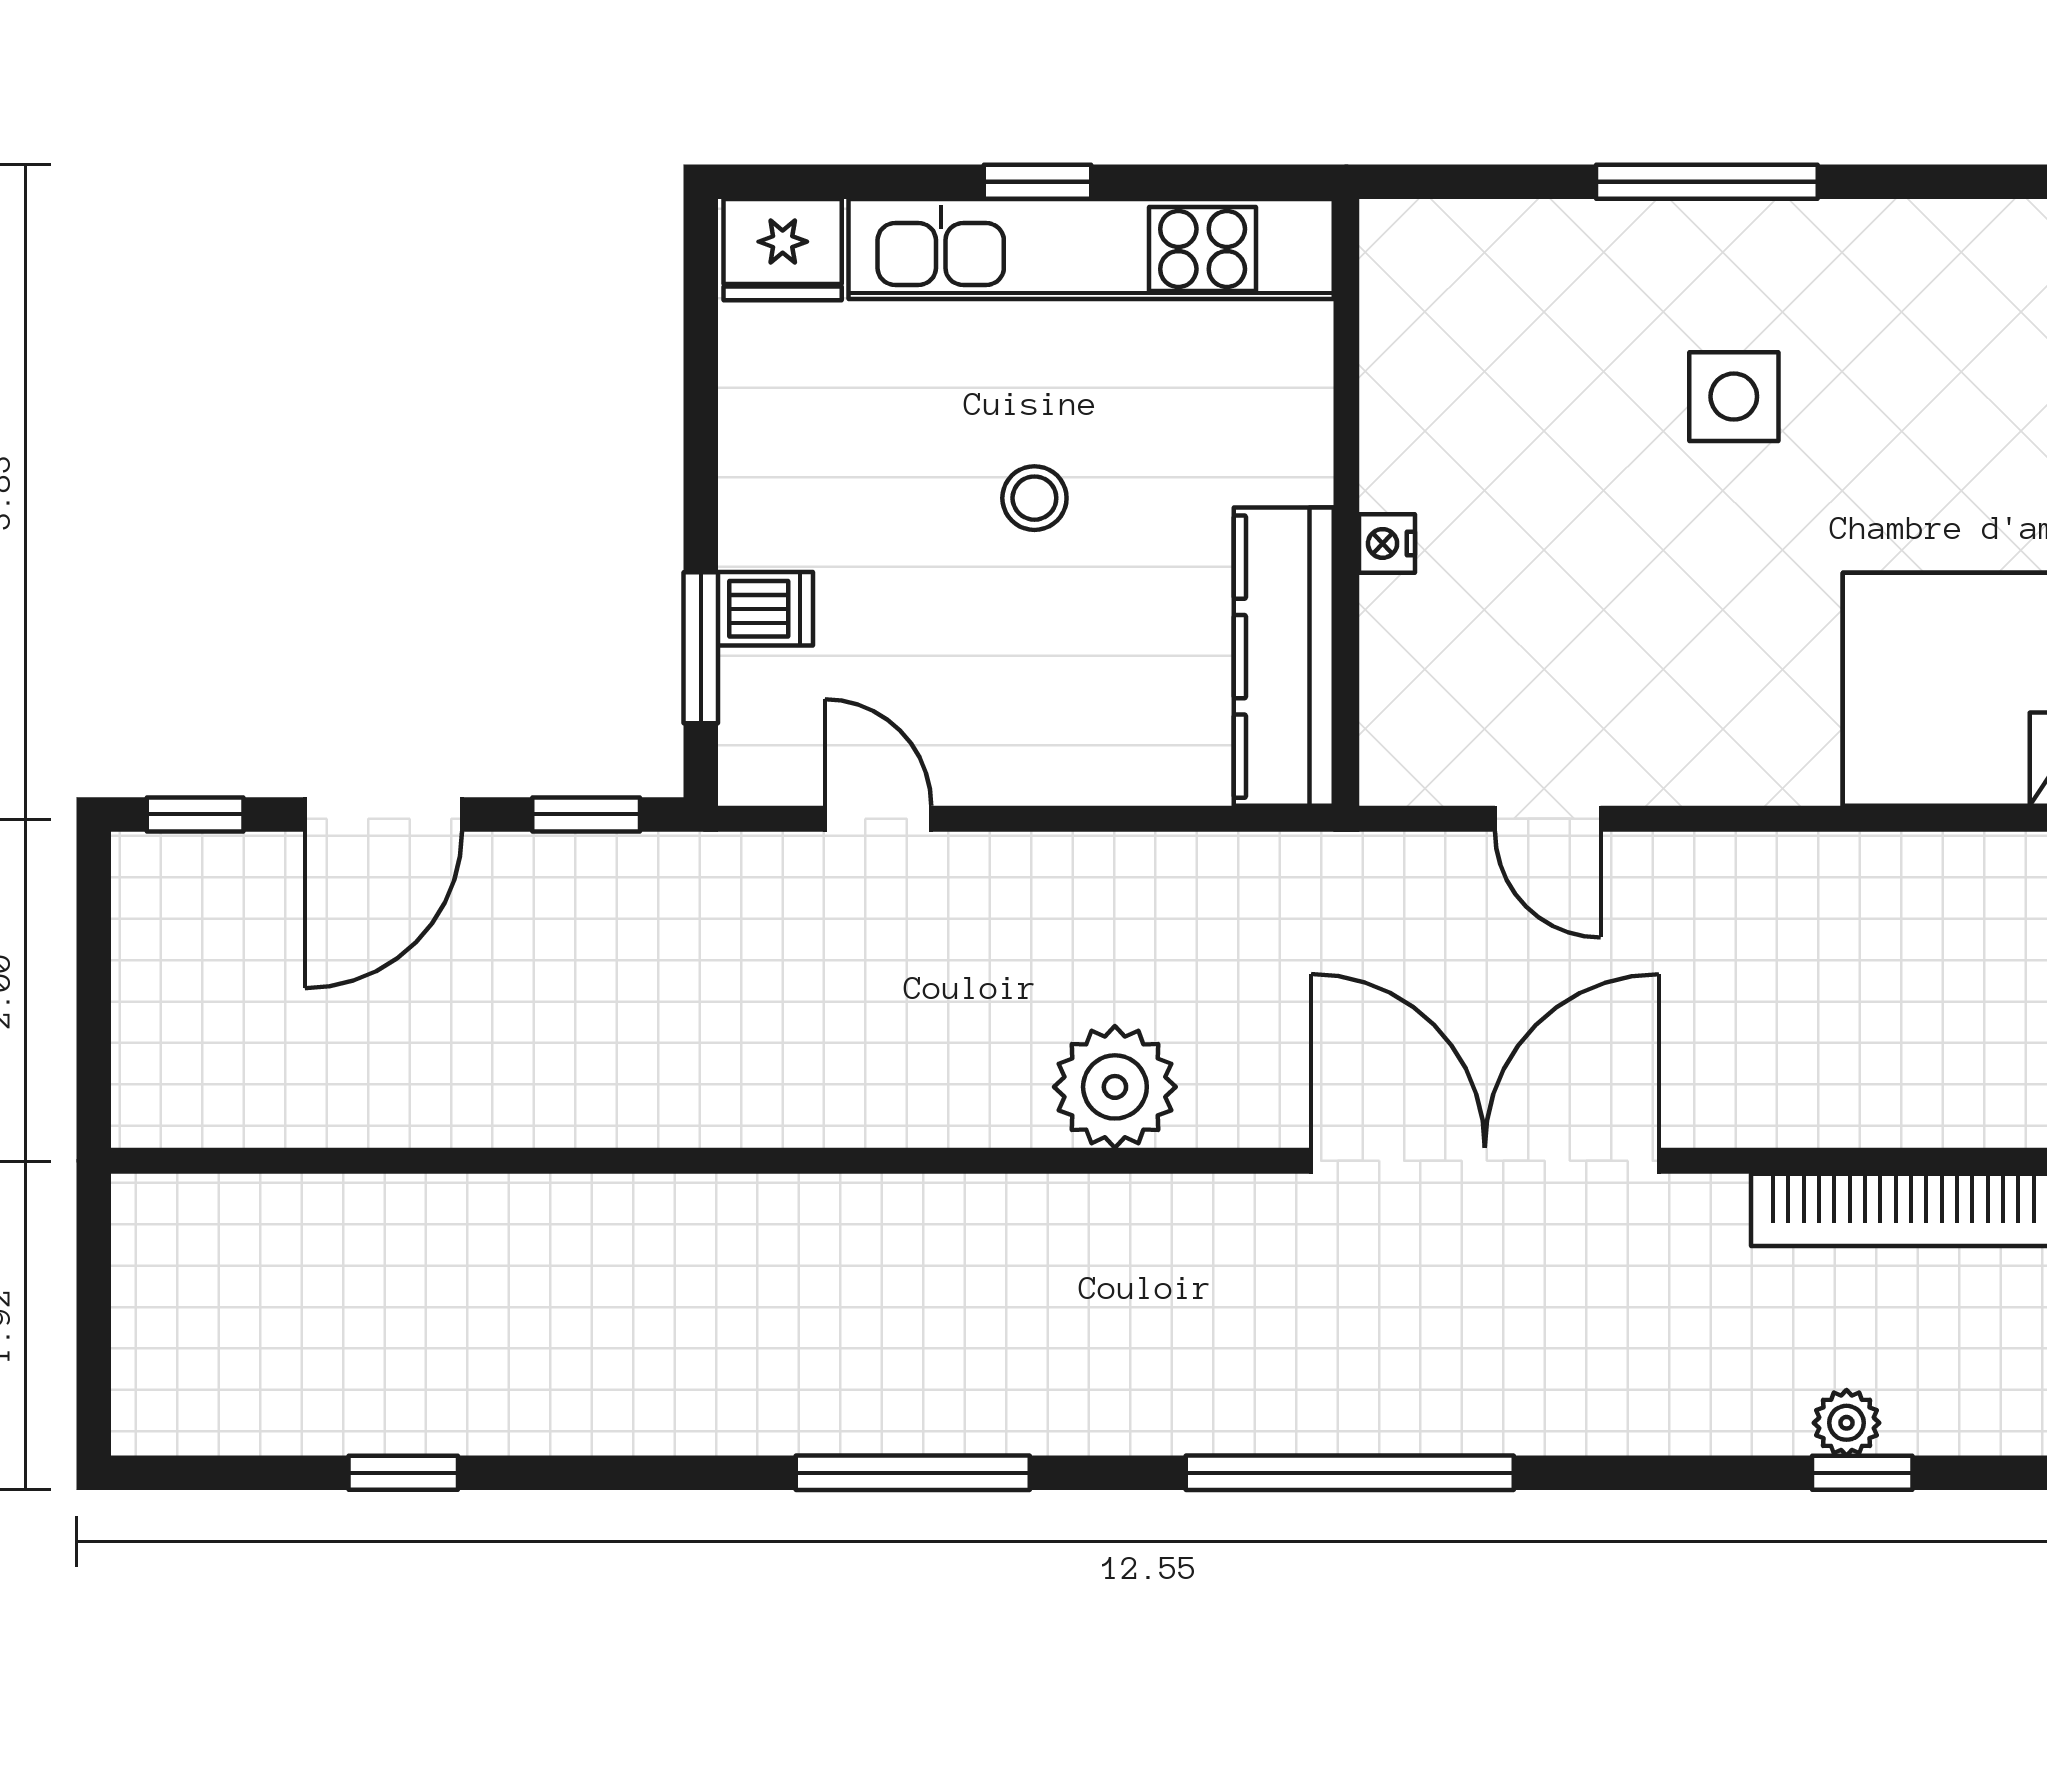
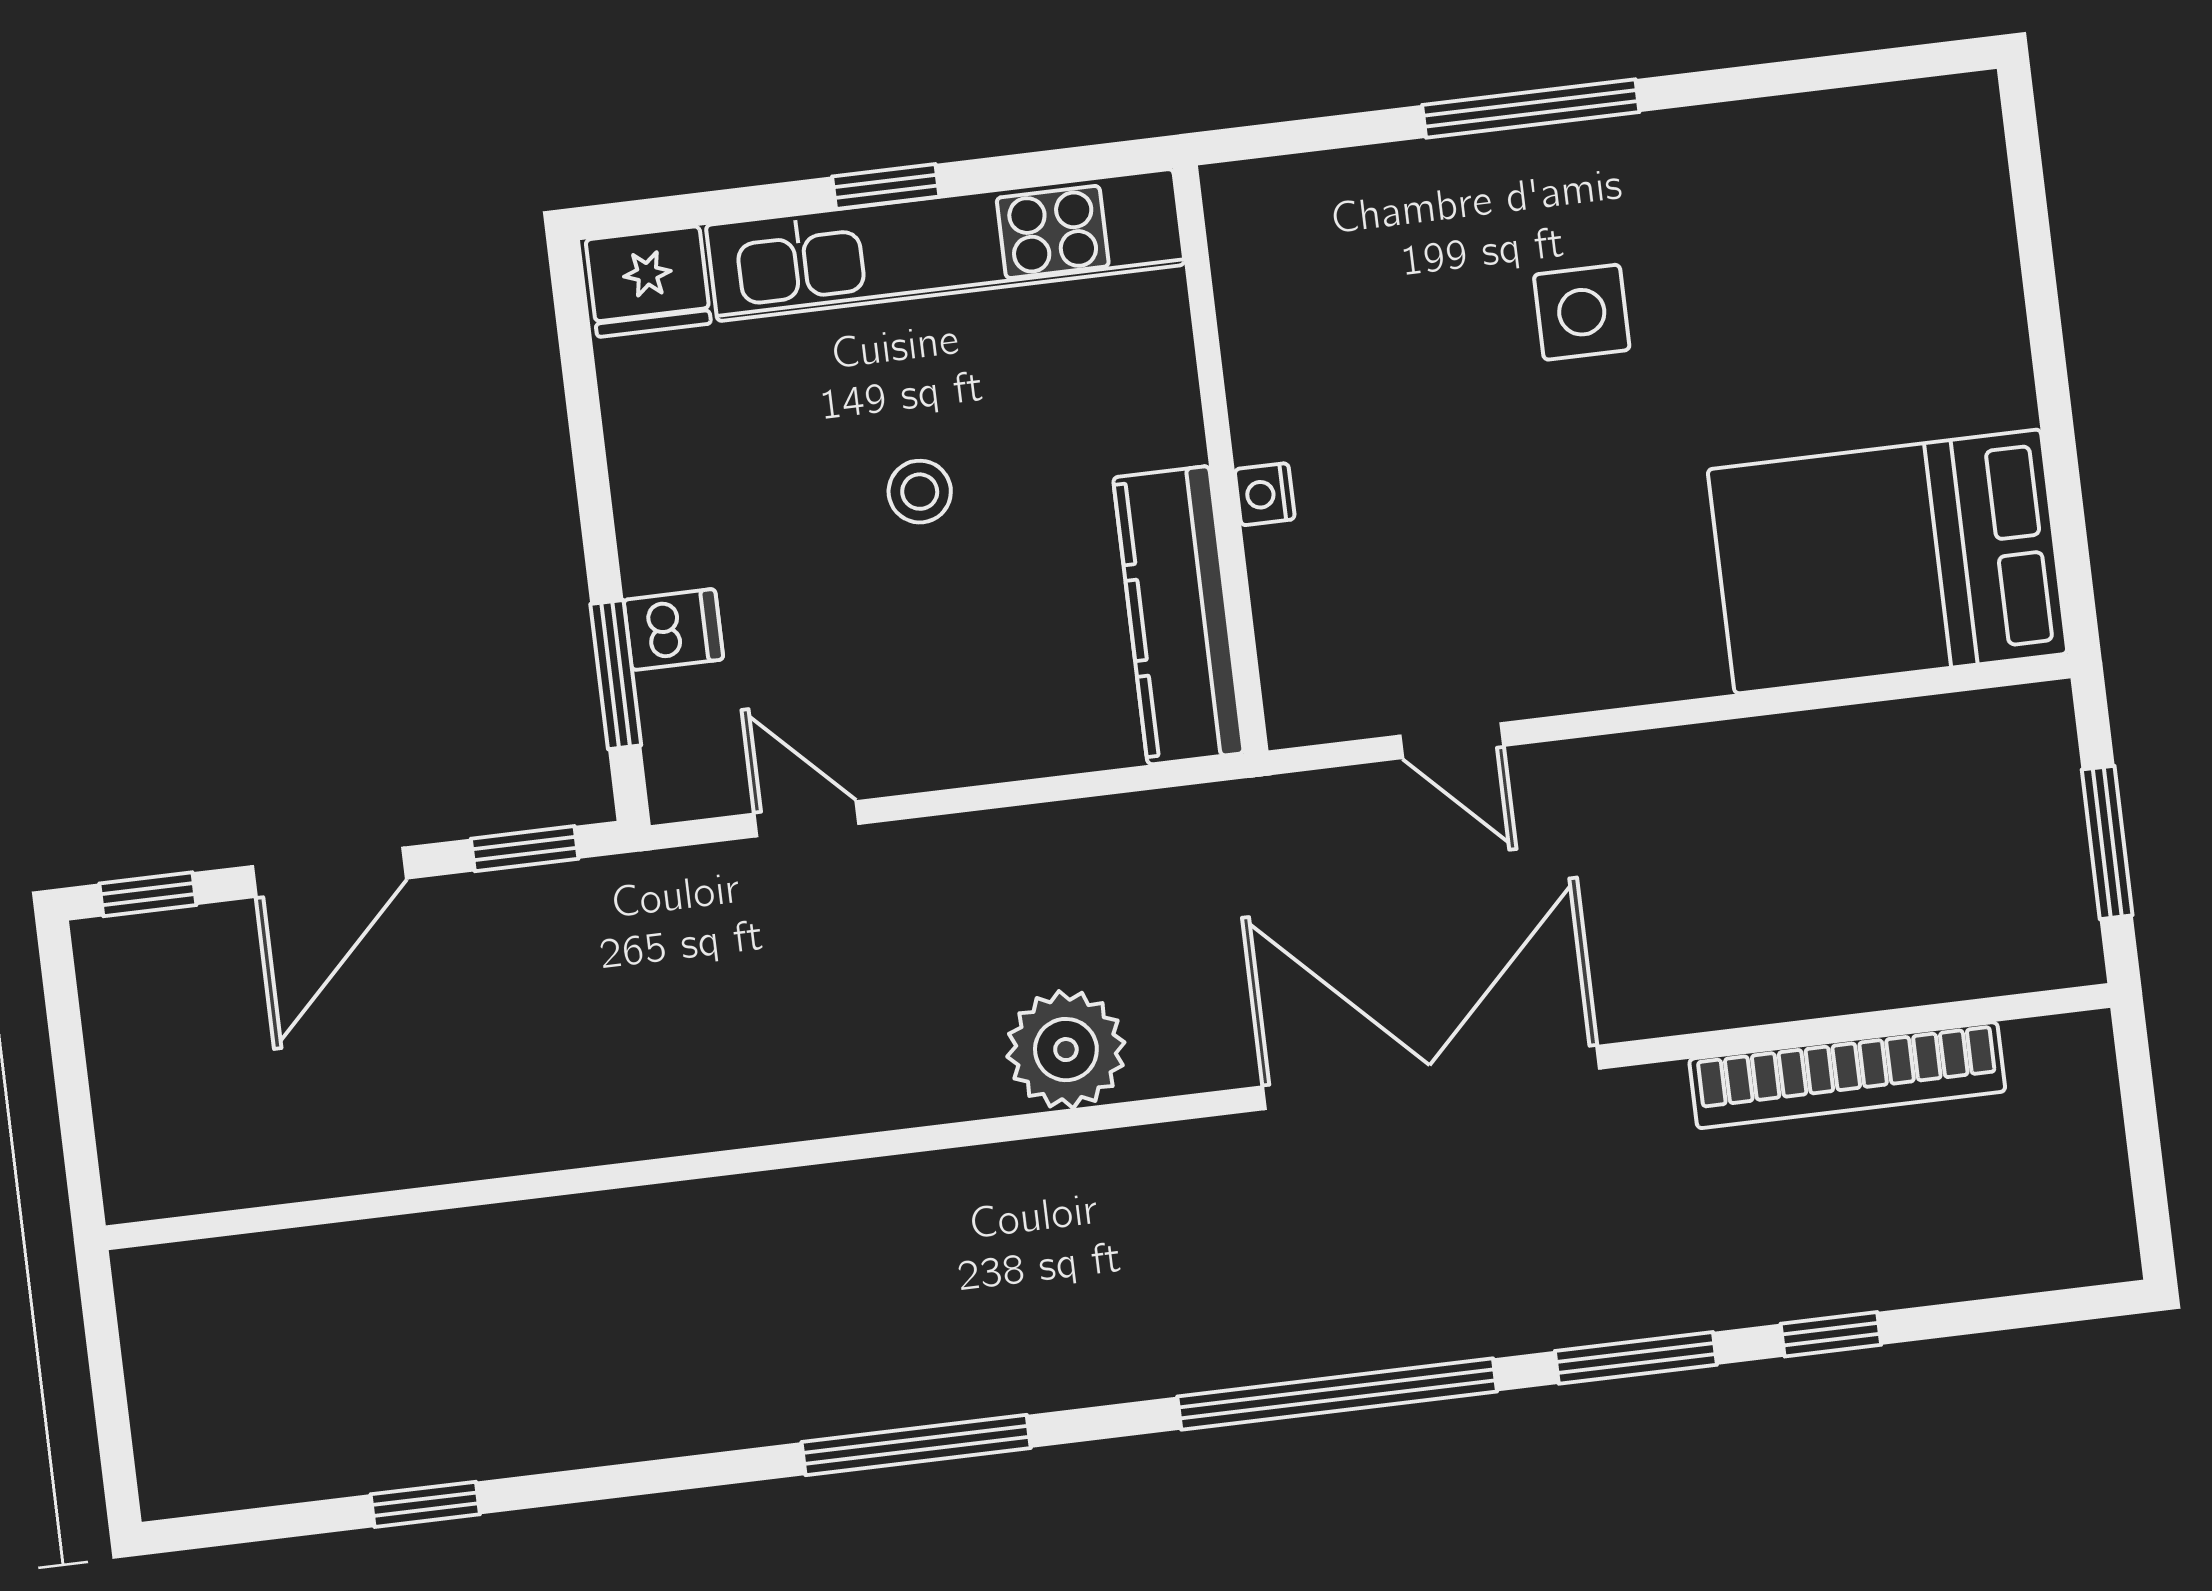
plant: (1847, 1423) -> (1810, 1288), removed
window: (1660, 1473) -> (1636, 1358), added

